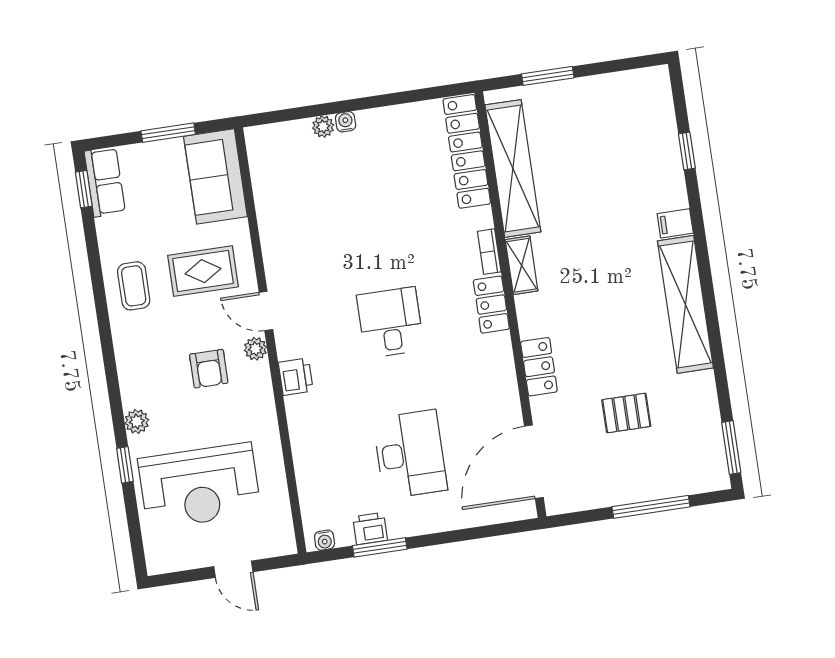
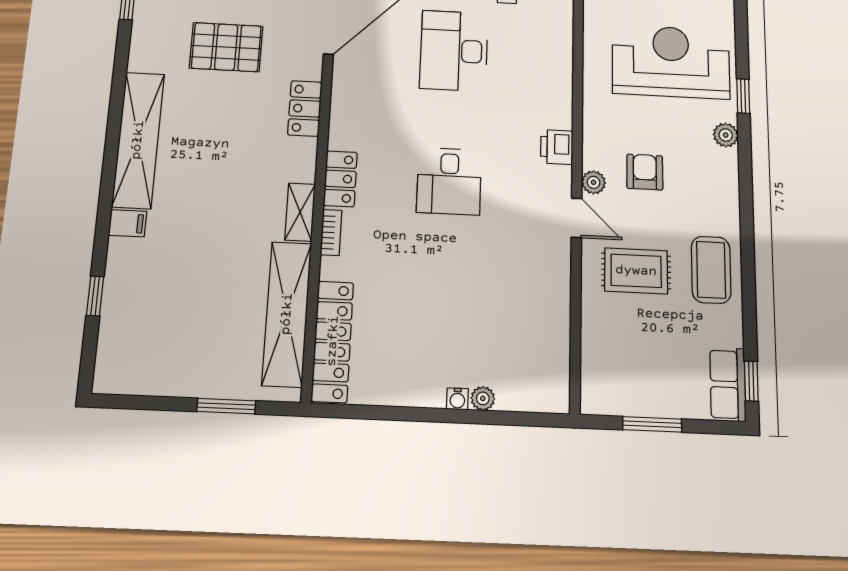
sofa: (215, 176) -> (608, 367), removed
coffee table: (134, 286) -> (711, 270), width x1.36, depth x1.30
pallet: (626, 413) -> (226, 47), width x1.50, depth x1.42

